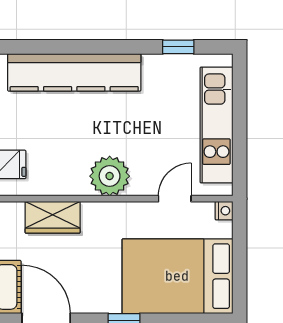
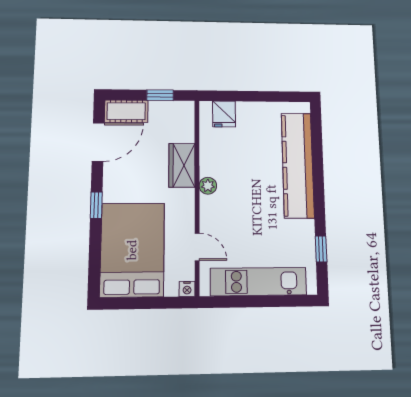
plant: (110, 176) -> (208, 186), width x0.53, depth x0.53
wardrobe: (53, 217) -> (182, 165), moved

